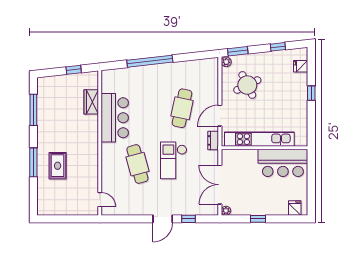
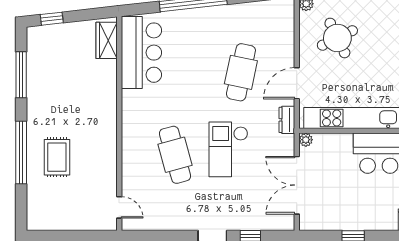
window: (74, 70) -> (52, 19), moved
wardrobe: (91, 102) -> (107, 40), moved
bar counter: (115, 118) -> (141, 53), moved
window: (33, 162) -> (21, 152), width x1.46
plant: (226, 211) -> (306, 140), moved

